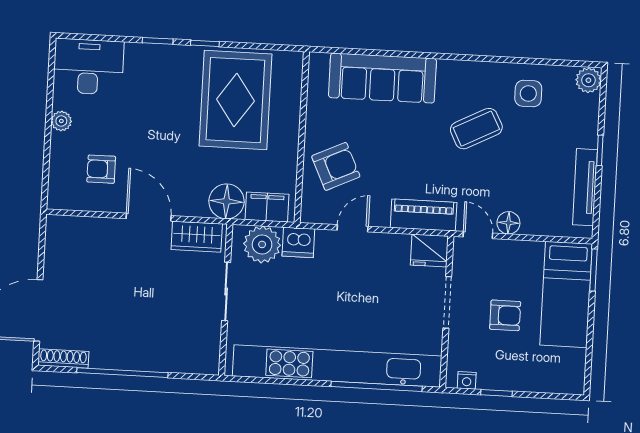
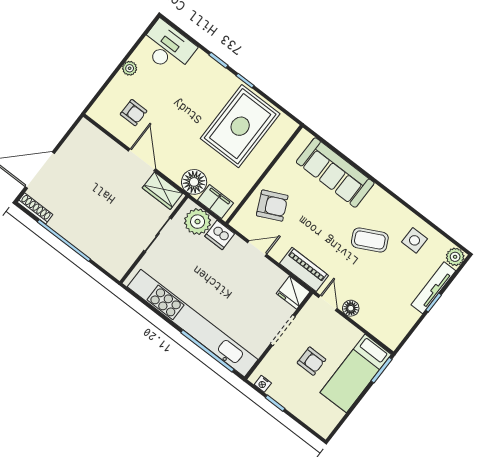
armchair: (101, 169) -> (134, 113), turned 180
tv unit: (585, 187) -> (433, 288), moved

